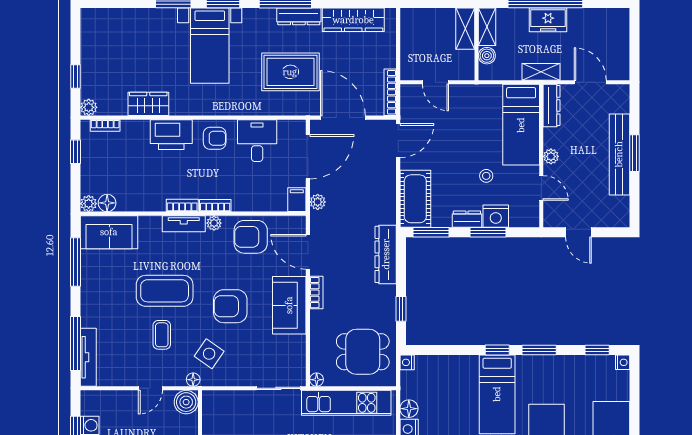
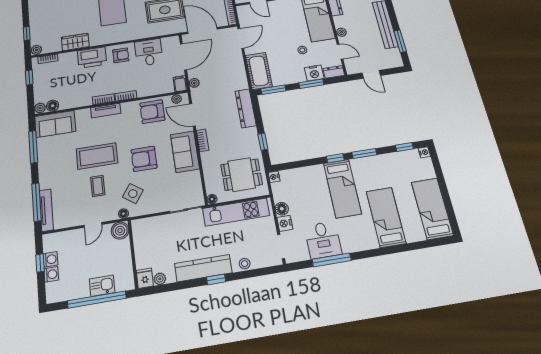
window: (634, 153) -> (400, 41), moved
dresser: (467, 219) -> (334, 72), moved
plant: (214, 223) -> (177, 99), moved

